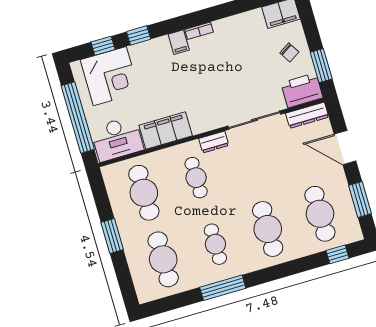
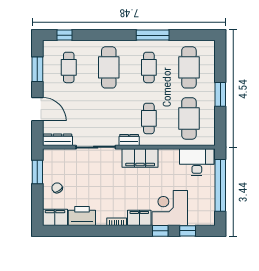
filing cabinet: (179, 42) -> (139, 218), width x2.00
corner desk: (110, 76) -> (170, 208), moved
printer: (302, 90) -> (82, 216), moved, turned 180
filing cabinet: (166, 131) -> (140, 158), moved
cafe table: (320, 214) -> (69, 67), width x0.73, depth x0.74

